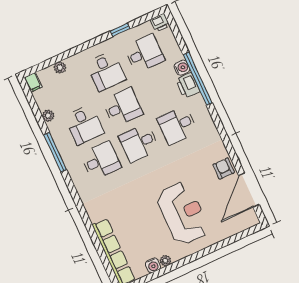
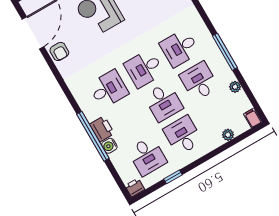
desk: (144, 54) -> (147, 156), turned -90
desk: (123, 107) -> (163, 102), turned -90
desk: (139, 143) -> (144, 69), turned 180

